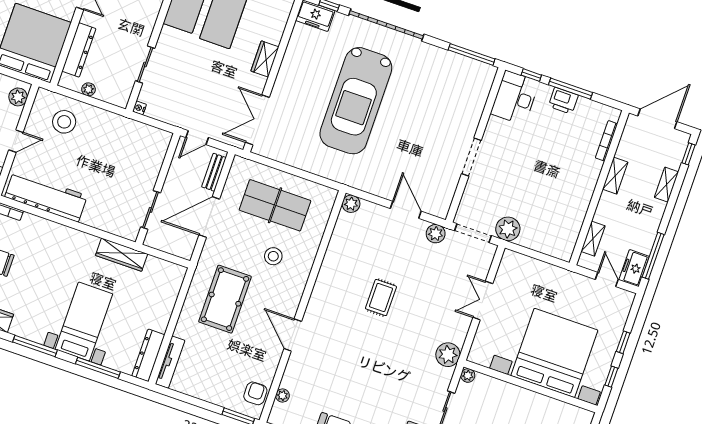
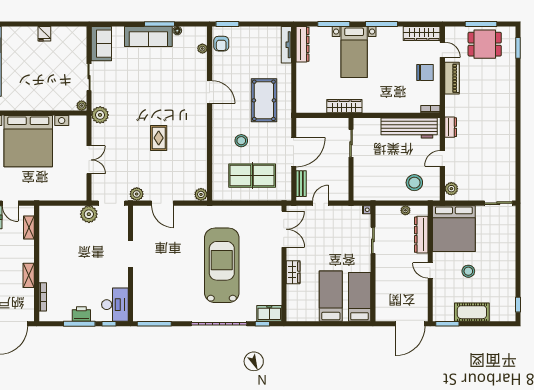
wall: (158, 189) -> (351, 159), moved
sliding door: (151, 210) -> (351, 143), moved

